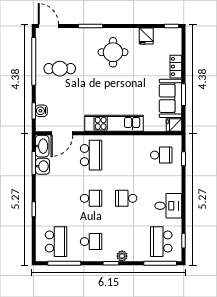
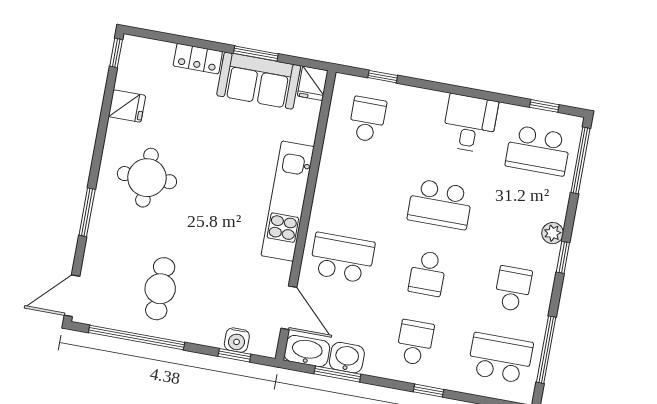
school desk: (56, 198) -> (415, 343), added
school desk: (91, 198) -> (428, 273), turned 180
school desk: (126, 198) -> (440, 204), width x1.85

